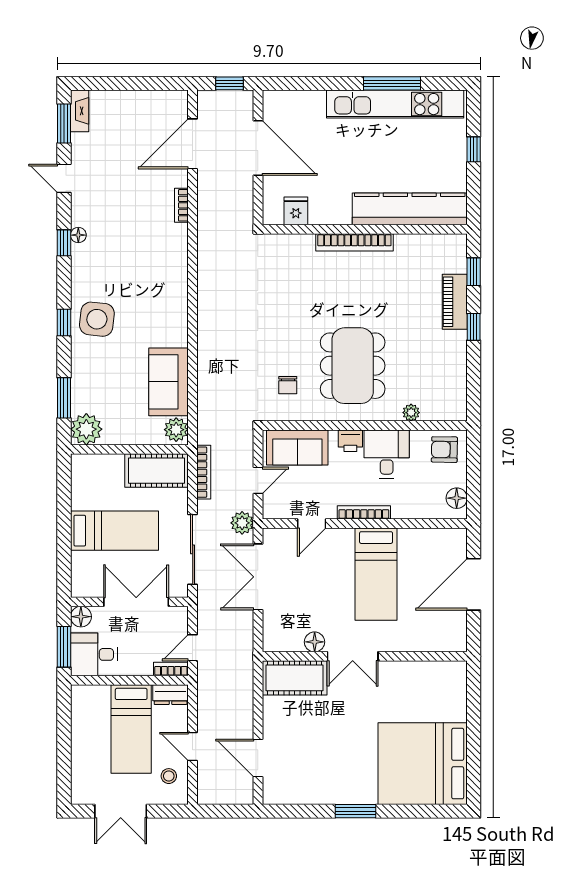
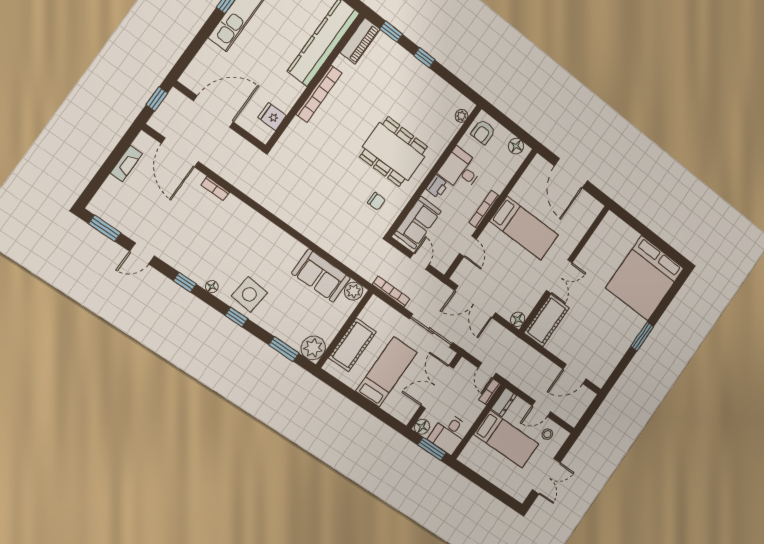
fireplace: (80, 111) -> (126, 163), moved, turned 90
floor lamp: (78, 235) -> (212, 287), moved
piano: (455, 302) -> (360, 41), moved, turned -90
plant: (411, 413) -> (461, 116), moved
cot: (156, 471) -> (352, 345), moved
plant: (242, 523) -> (438, 289), removed
floor lamp: (315, 642) -> (518, 319), moved

